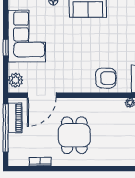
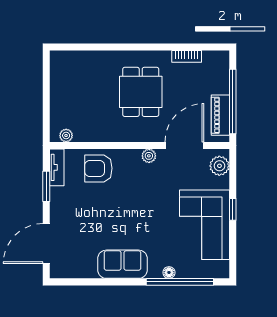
plant: (68, 87) -> (149, 156), added

